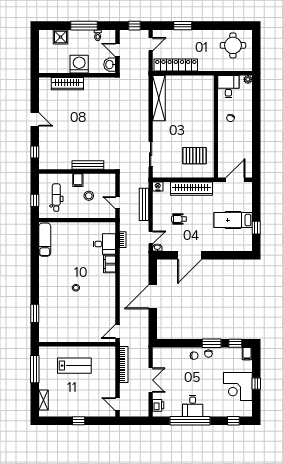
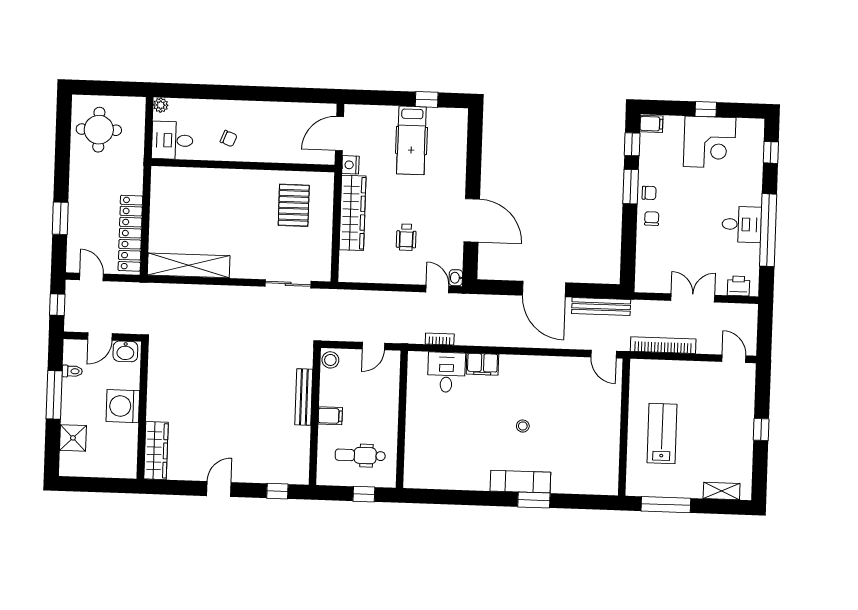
wardrobe: (67, 84) -> (156, 451), moved
door: (235, 180) -> (339, 134), hinge flipped
nightstand: (158, 186) -> (350, 165), moved
stool: (89, 196) -> (330, 360), moved
bench: (144, 204) -> (601, 307), moved
exam couch: (45, 240) -> (520, 482), moved
window: (35, 313) -> (534, 500), moved
door: (118, 404) -> (734, 359), swing flipped

